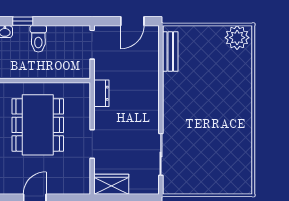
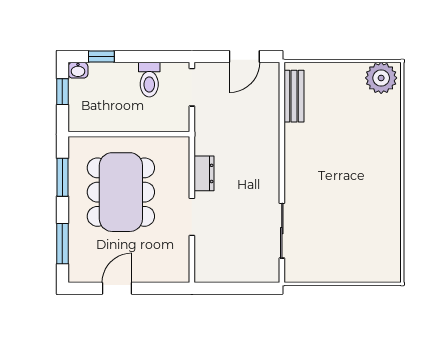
toilet: (38, 39) -> (149, 80), moved
dresser: (101, 93) -> (204, 173), moved
wardrobe: (111, 184) -> (217, 270), removed

